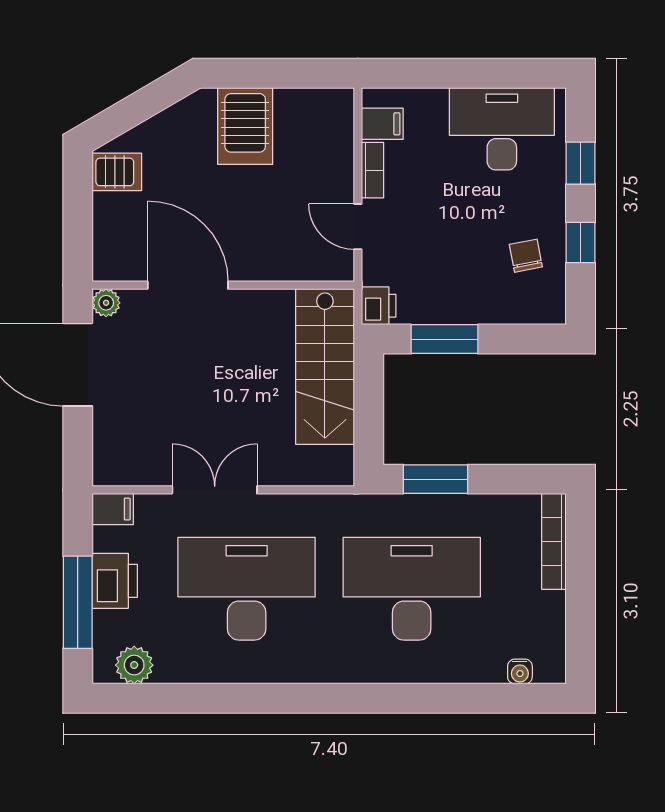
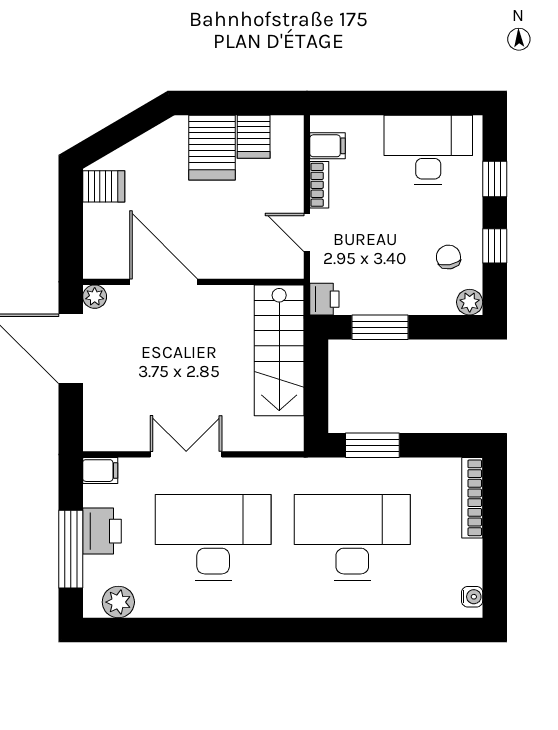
server rack: (295, 113) -> (254, 137), added
plant: (551, 309) -> (470, 302), added
water cooler: (520, 672) -> (472, 597), moved, turned -90

